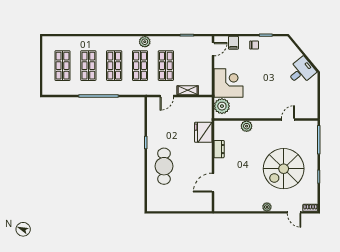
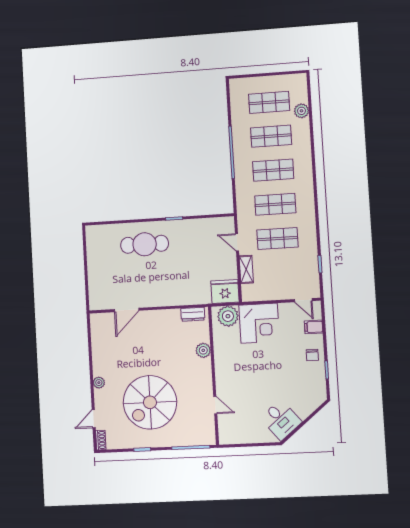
plant: (145, 42) -> (301, 111), moved
fridge: (203, 132) -> (225, 292), moved
dresser: (219, 149) -> (193, 314), moved
spiral stairs: (284, 169) -> (150, 402), turned -90
door: (213, 183) -> (127, 310), swing flipped

